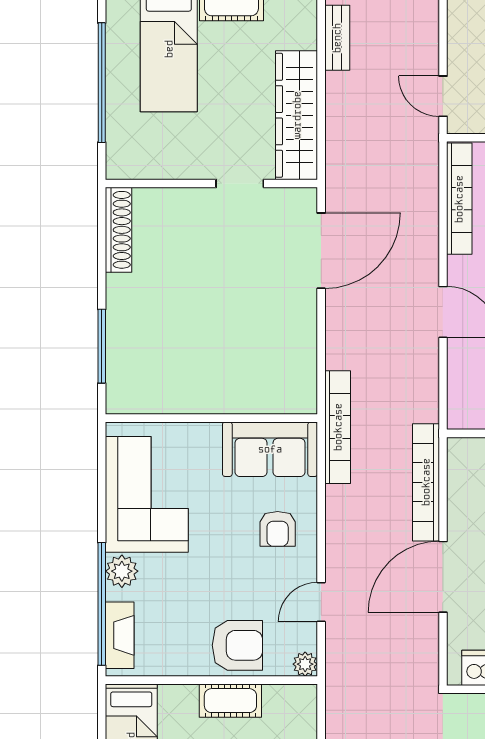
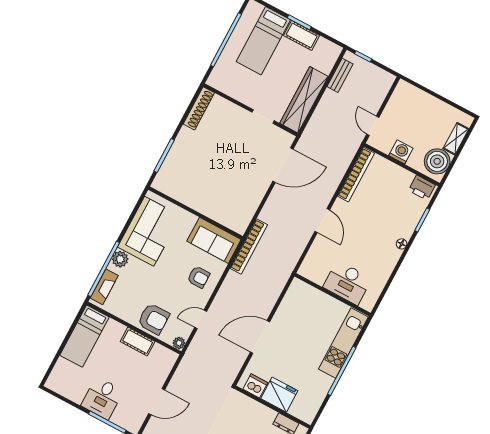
bookcase: (426, 482) -> (275, 291), removed
armchair: (278, 529) -> (199, 277), turned -90

